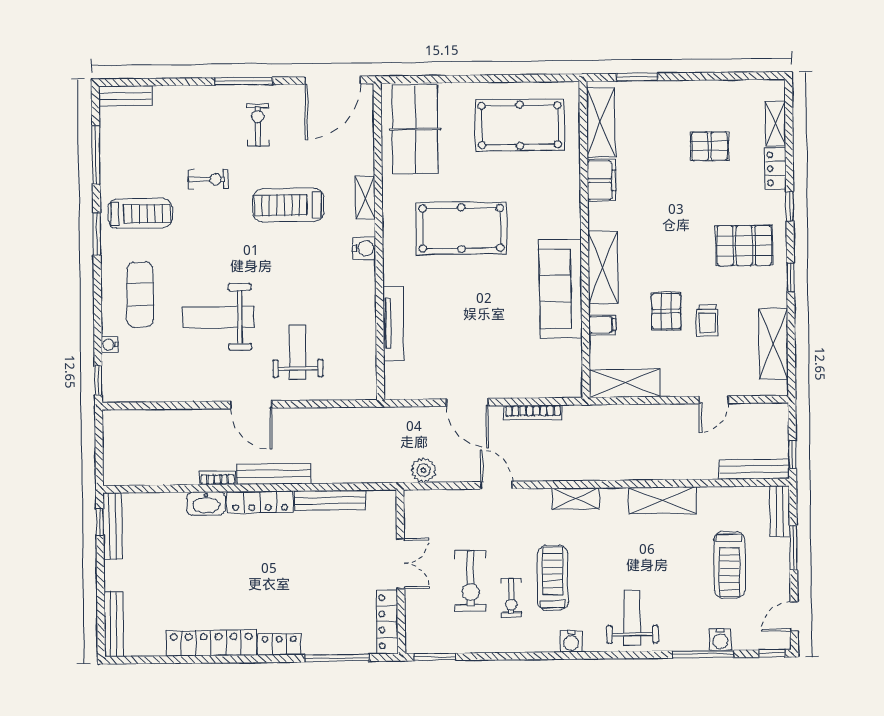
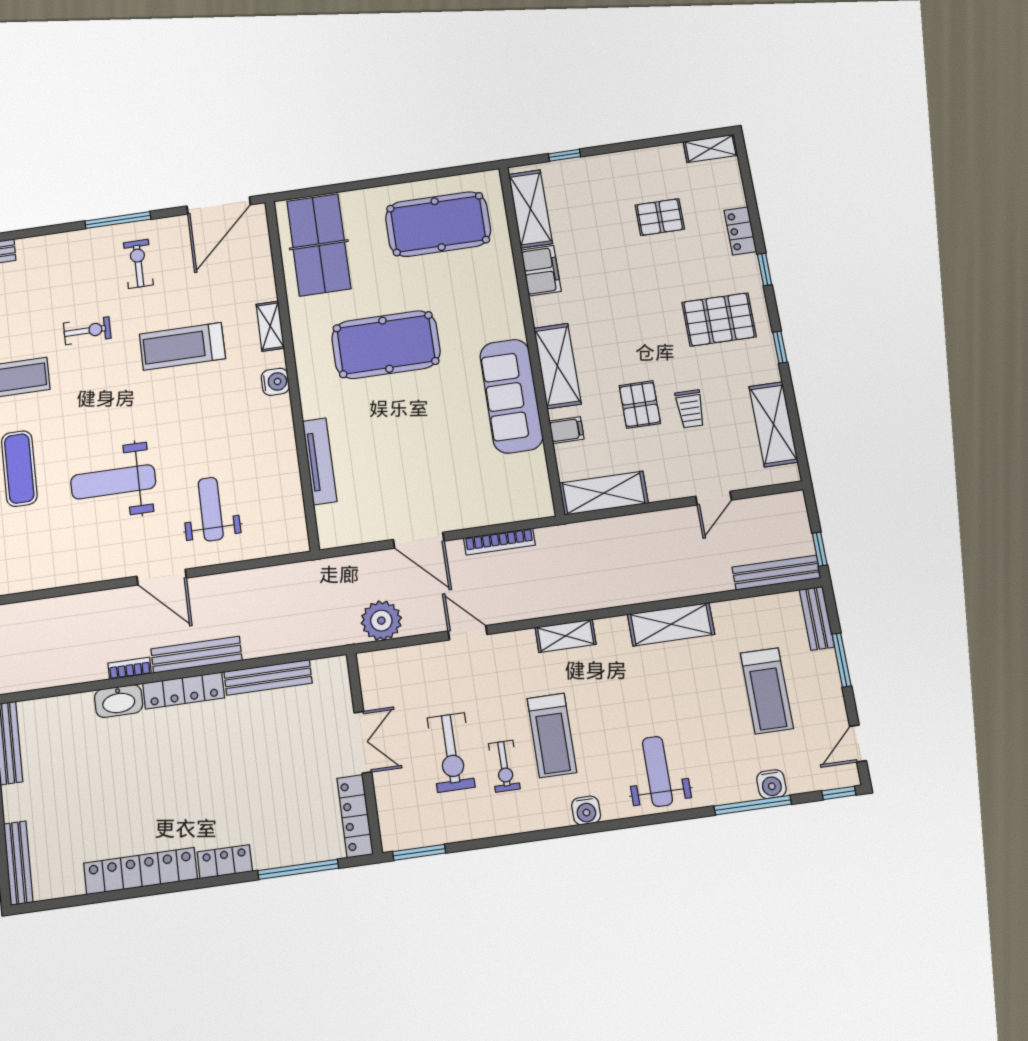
window: (637, 77) -> (565, 155), width x0.67
shelving: (775, 124) -> (711, 148), moved, turned 90
plant: (423, 470) -> (381, 621), width x1.36, depth x1.36
treadmill: (553, 578) -> (552, 735), turned 180

